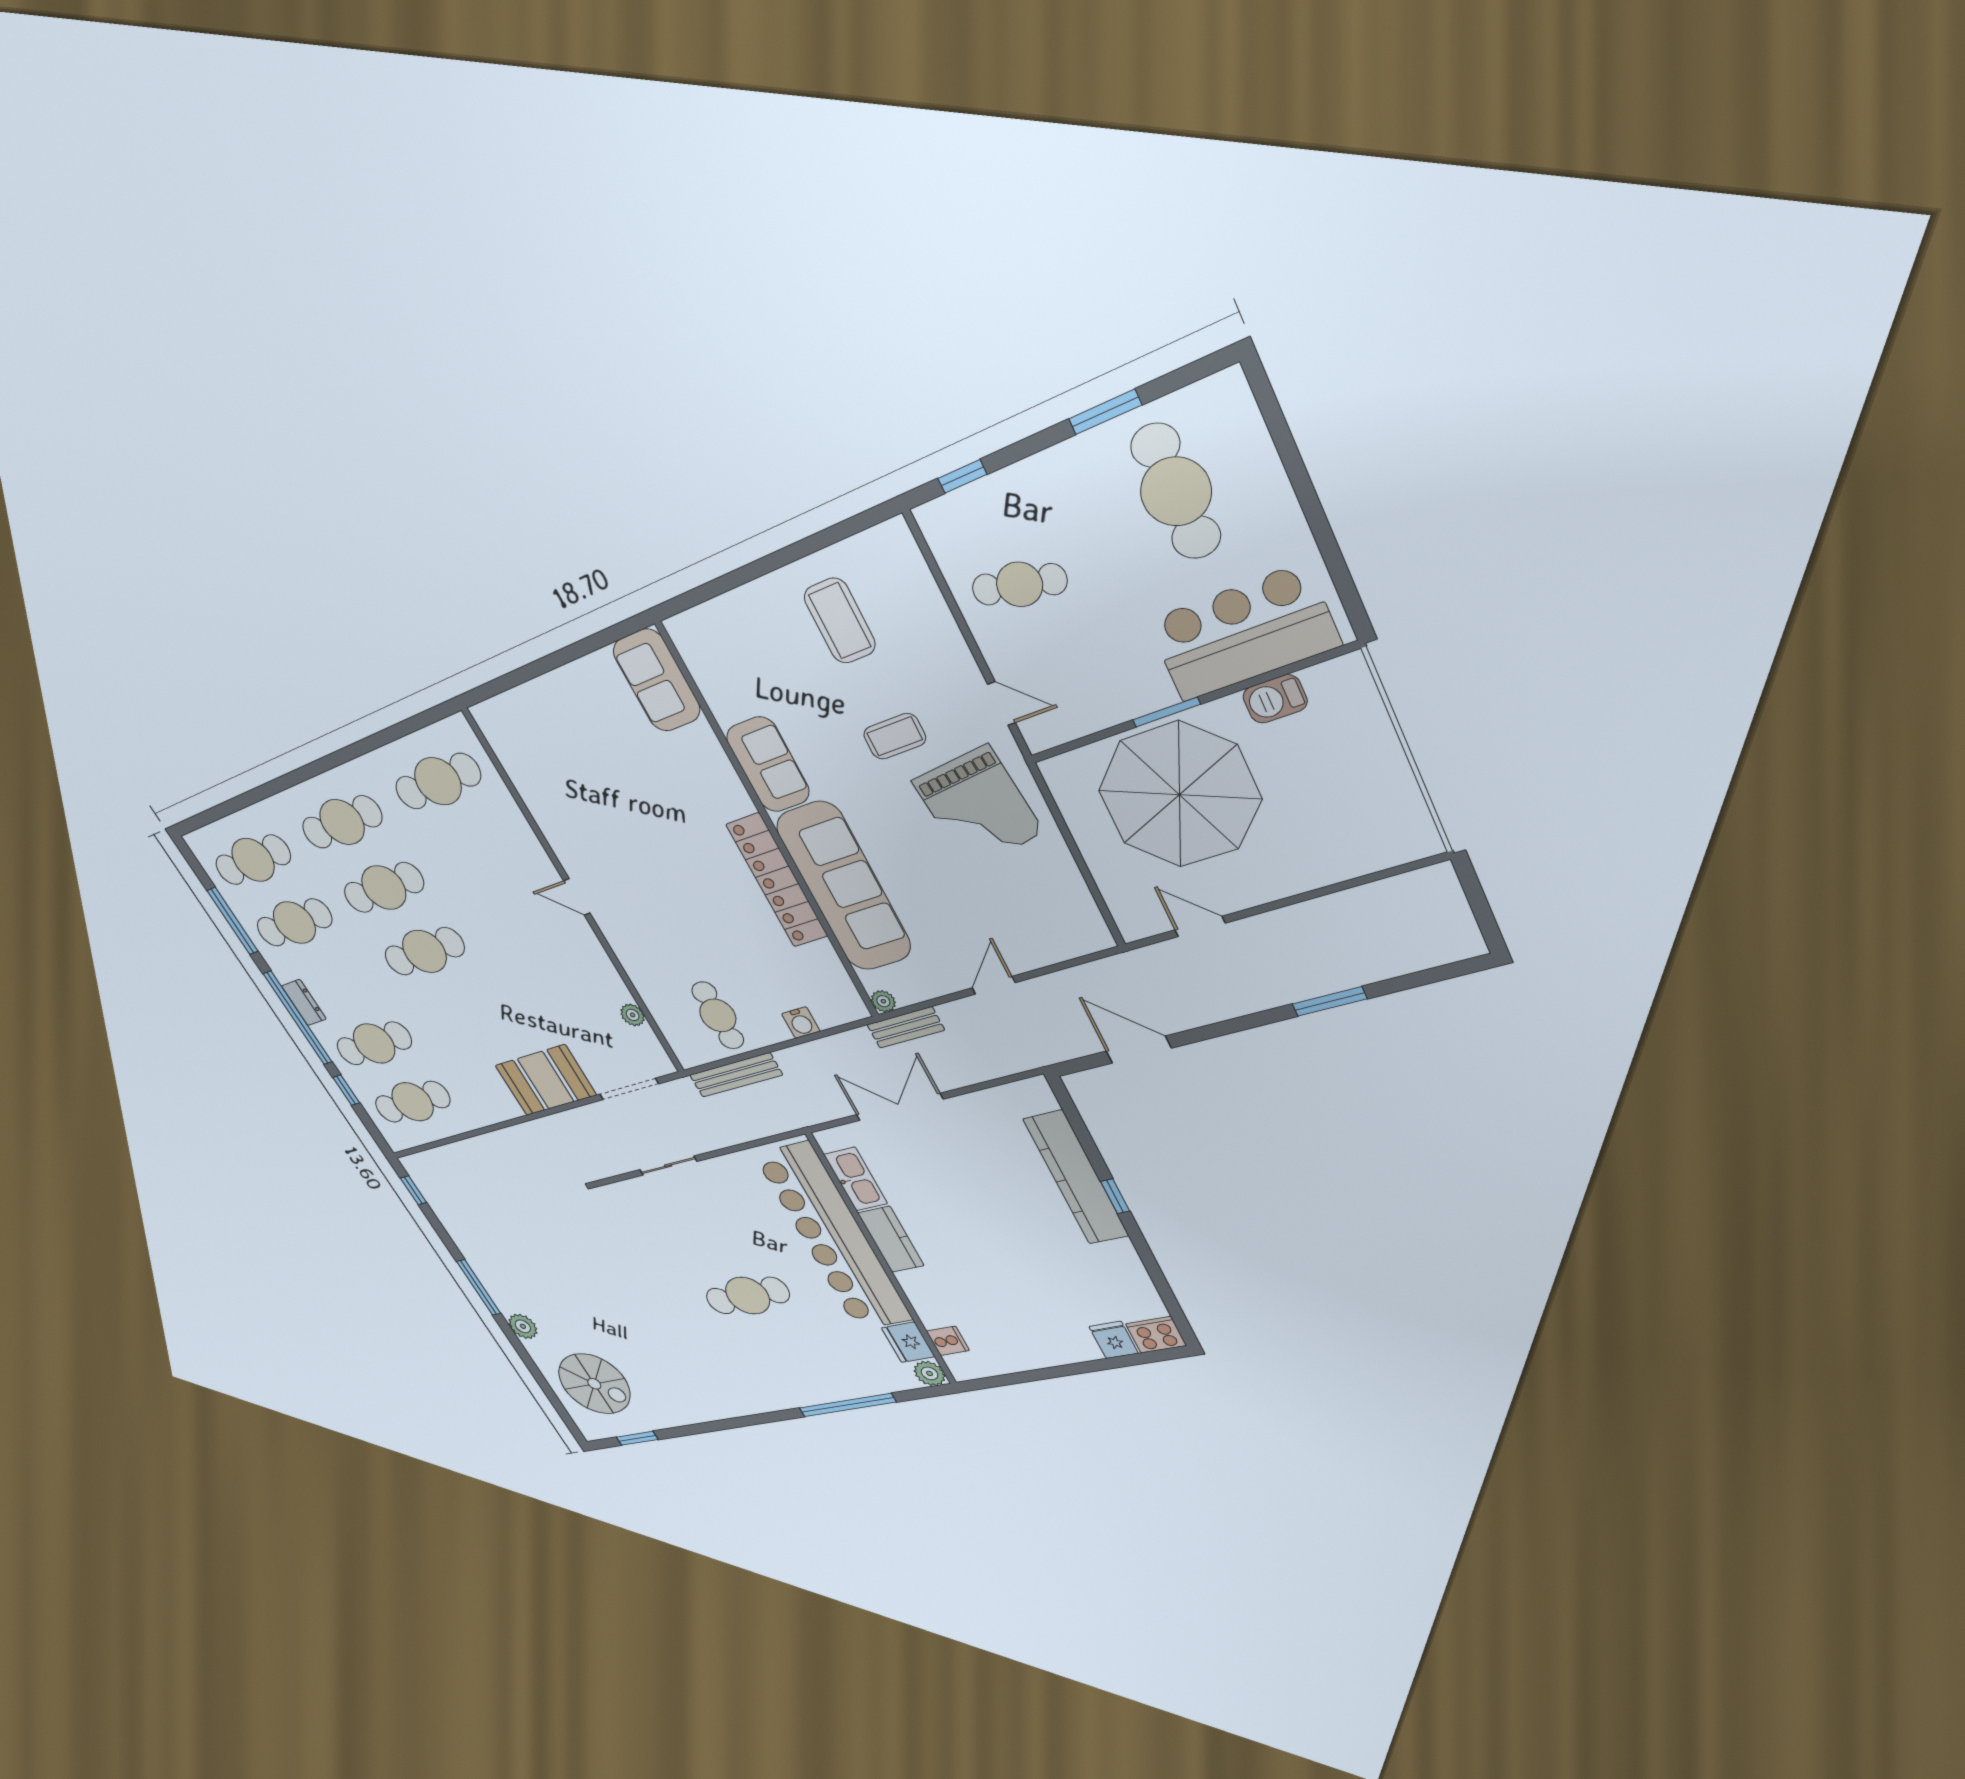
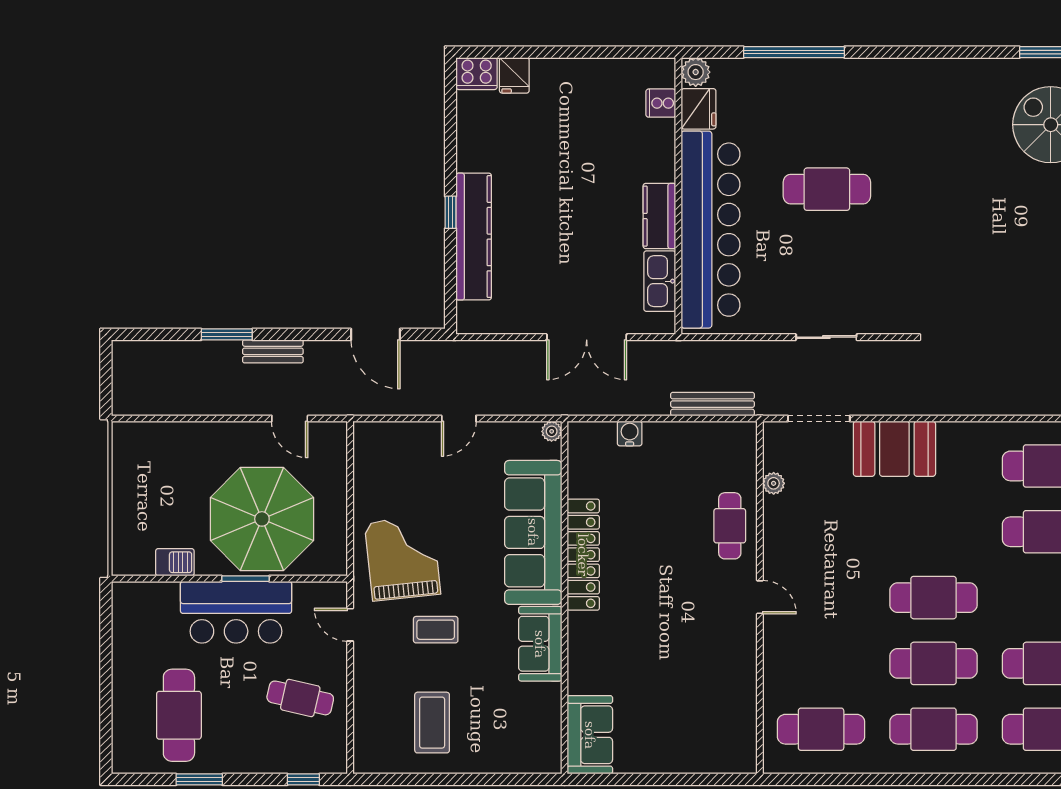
bar counter: (1243, 633) -> (236, 612), moved
cafe table: (718, 1015) -> (730, 526), moved
bench: (906, 1027) -> (273, 351), moved

